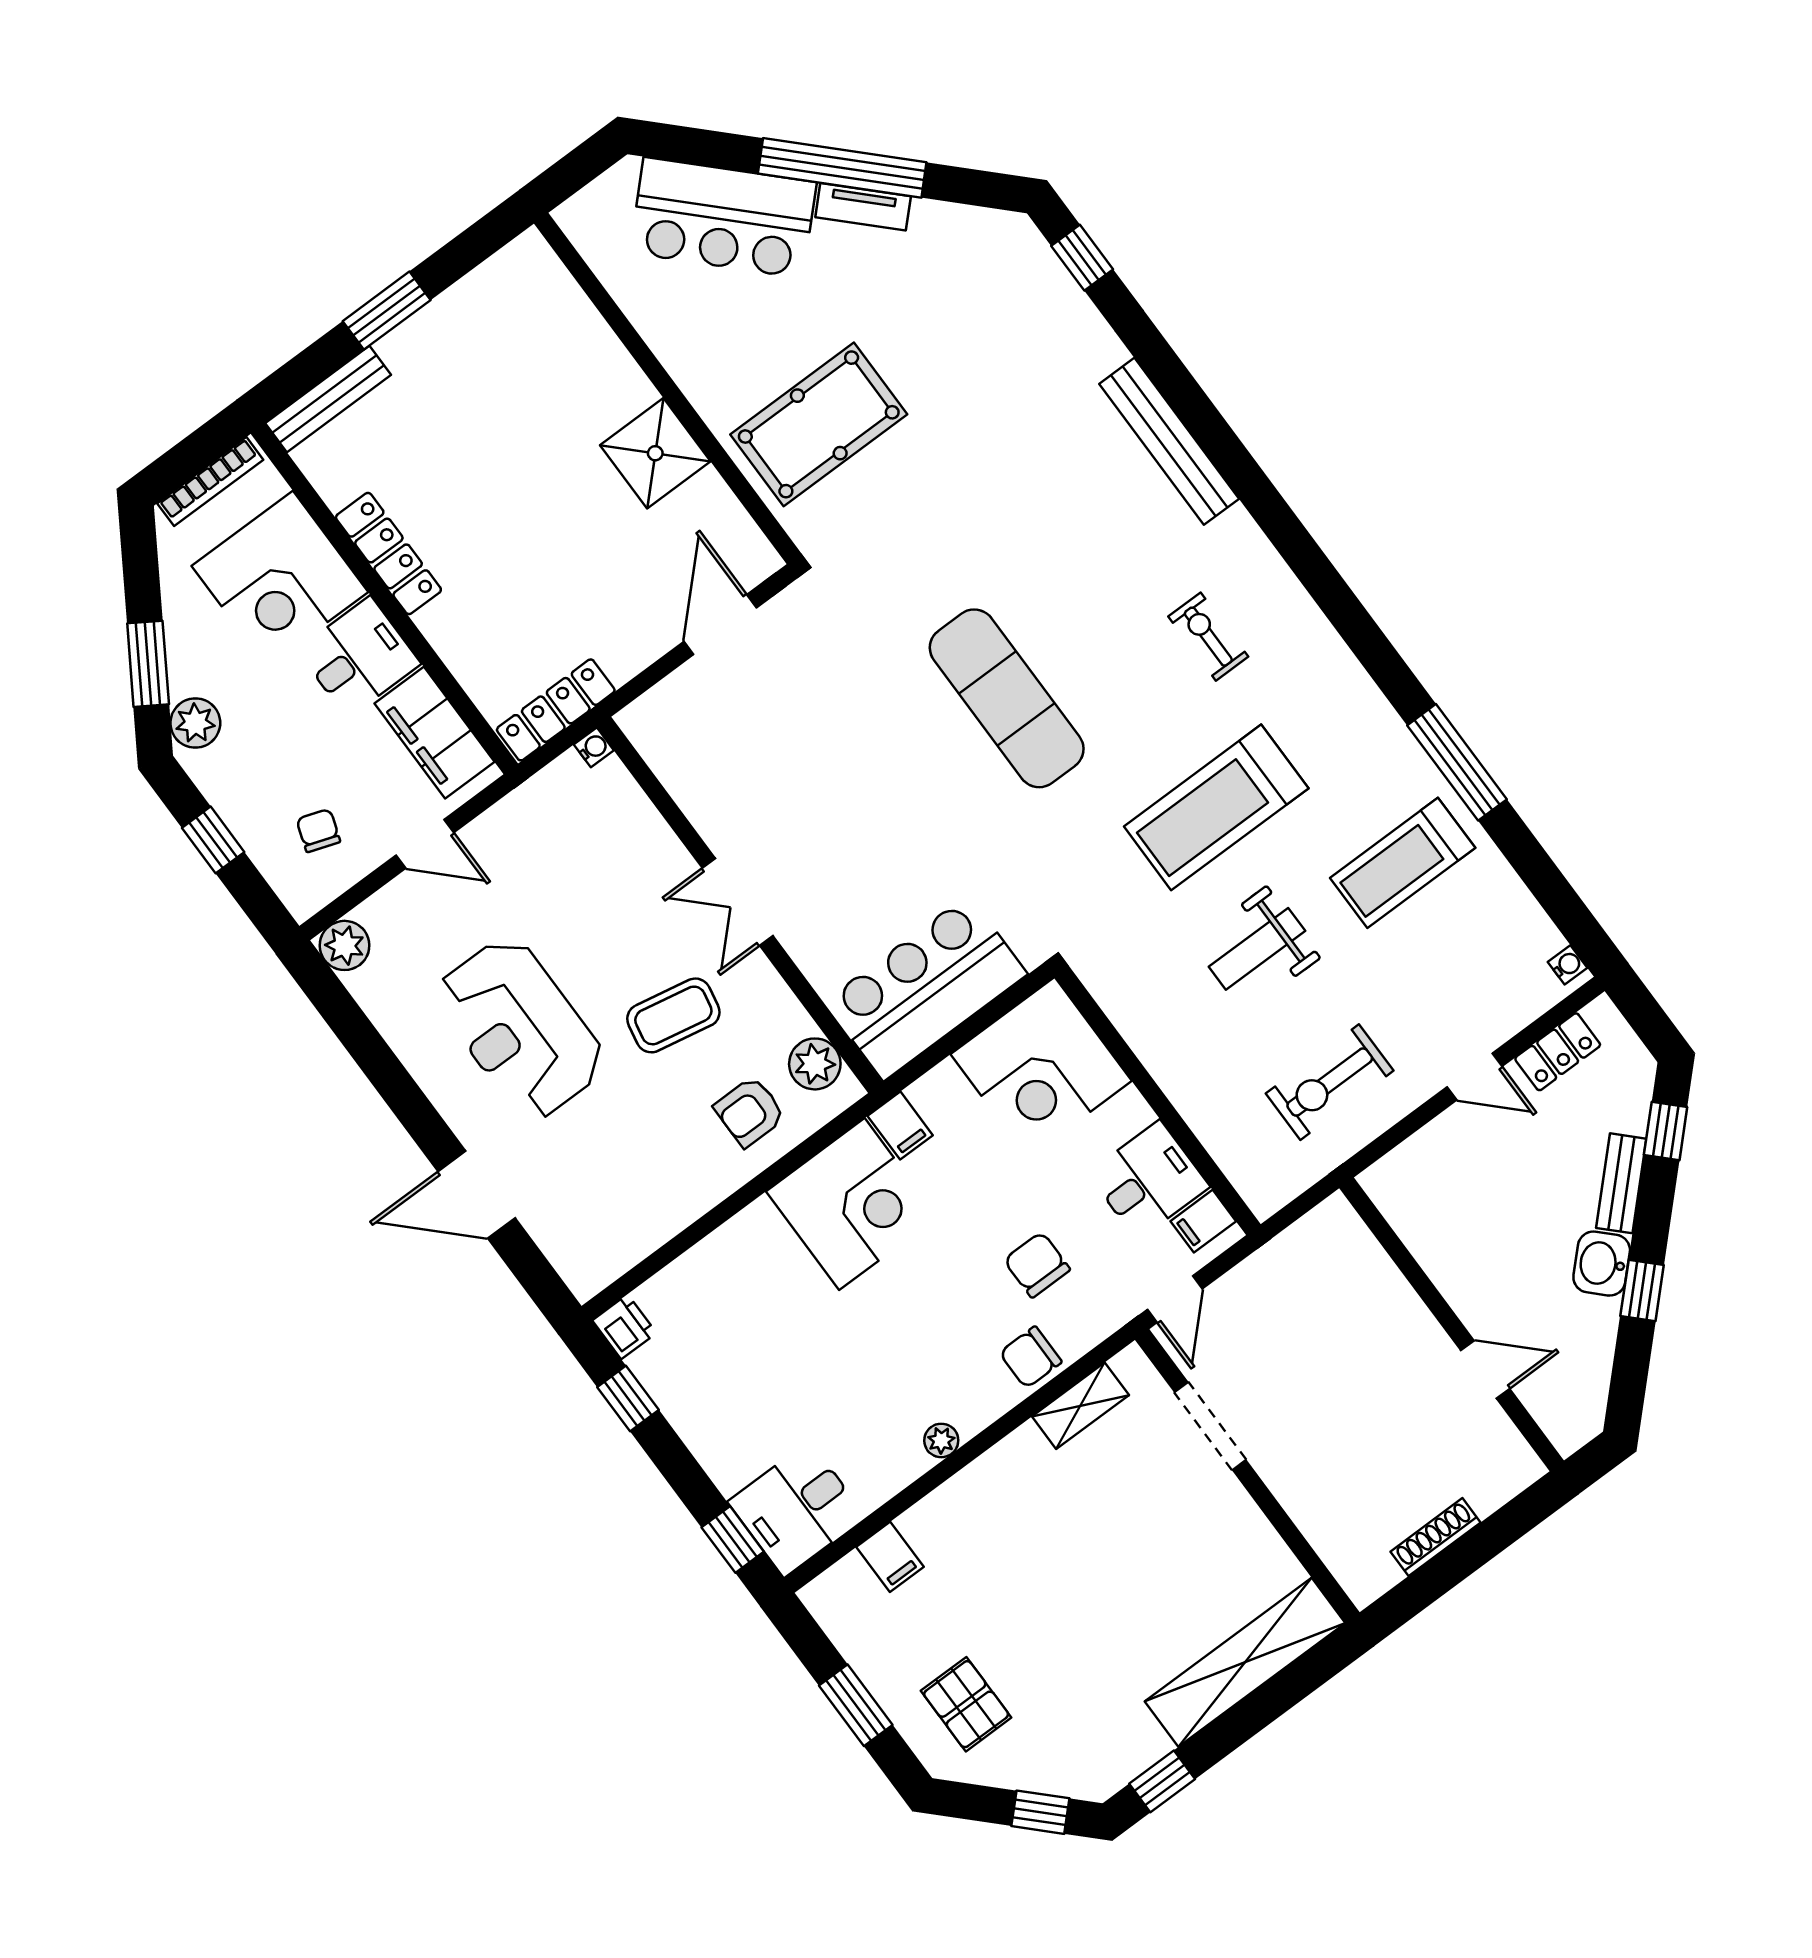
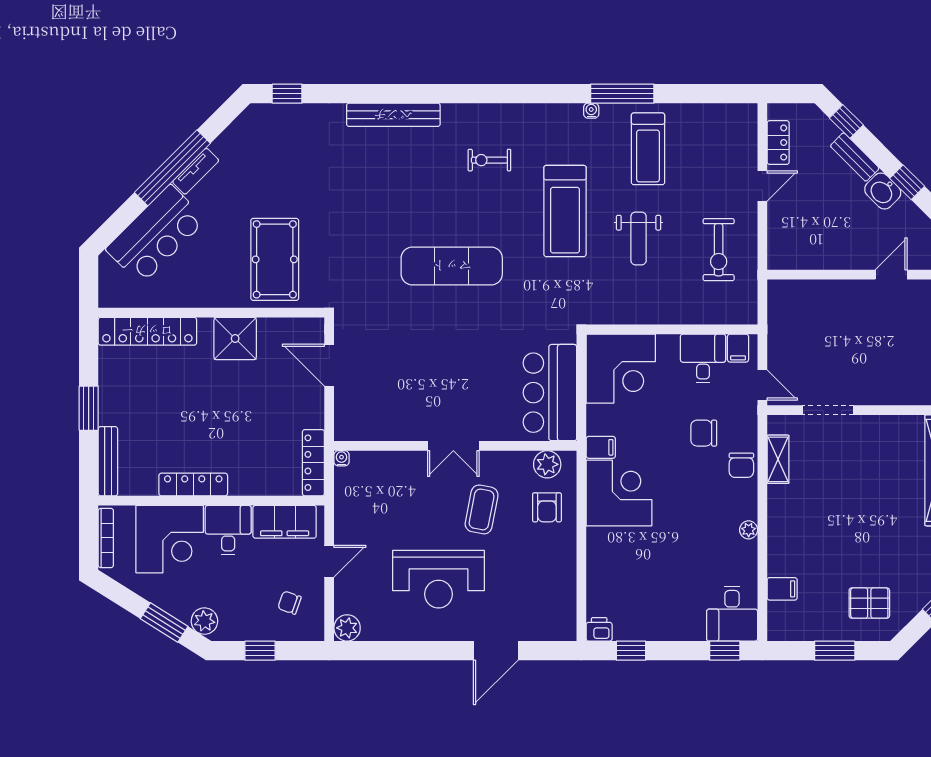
locker: (568, 313) -> (147, 331), added
water cooler: (1568, 965) -> (591, 111), moved

